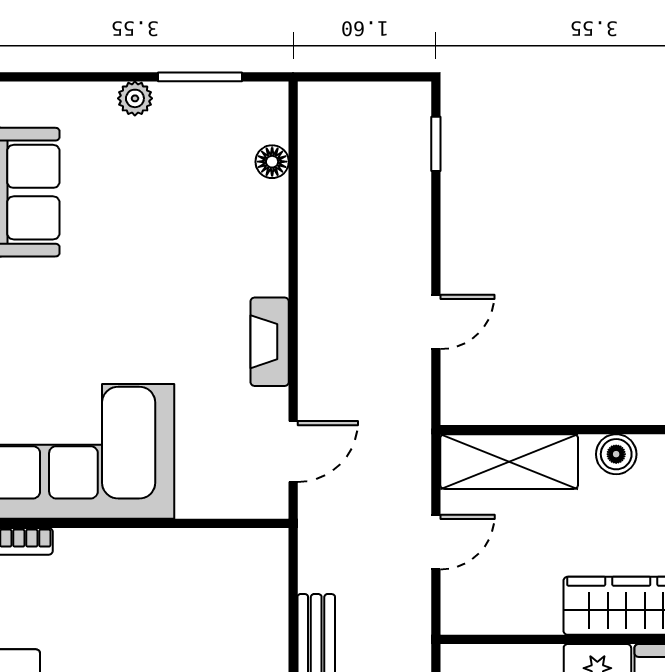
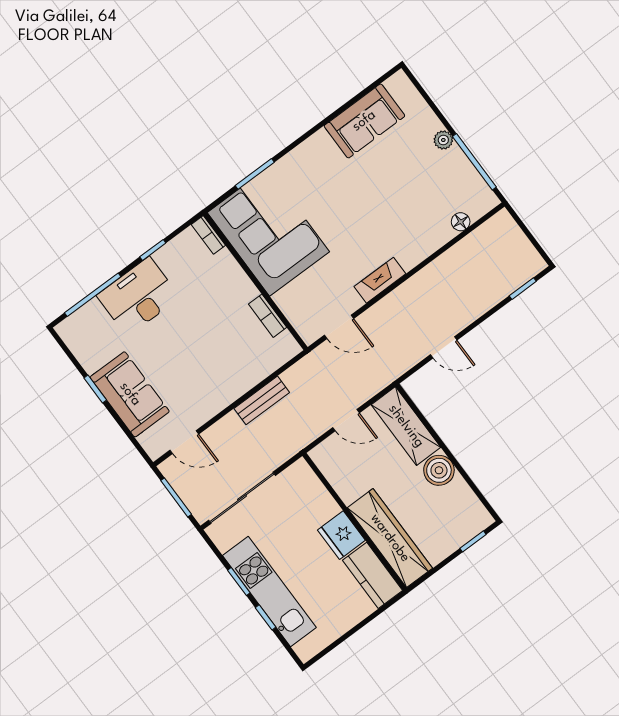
window: (200, 77) -> (474, 162), width x1.44
boiler: (616, 454) -> (439, 470), width x1.36, depth x1.36
bookcase: (200, 543) -> (268, 316), added

